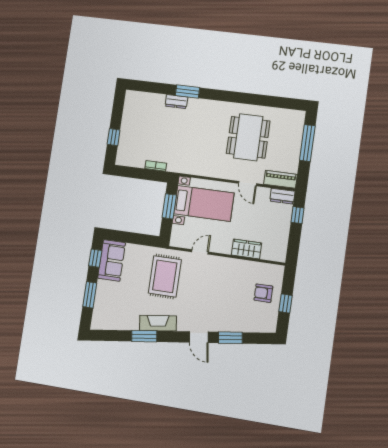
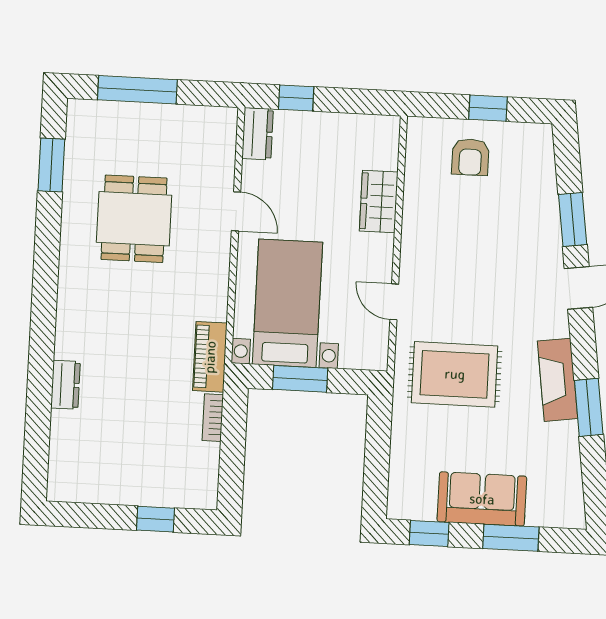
window: (187, 91) -> (51, 165), moved
dining table: (248, 137) -> (134, 219), width x0.73
piano: (280, 179) -> (210, 357), moved
door: (248, 184) -> (236, 211), hinge flipped
sofa: (112, 260) -> (482, 499), moved

